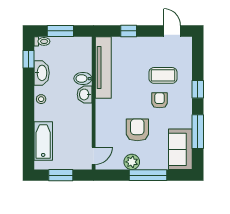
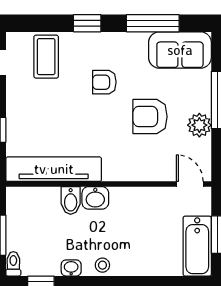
washbasin: (42, 73) -> (71, 268), width x0.52, depth x0.69
coffee table: (163, 75) -> (46, 57), moved
bathtub: (43, 141) -> (197, 246), moved, turned -90

